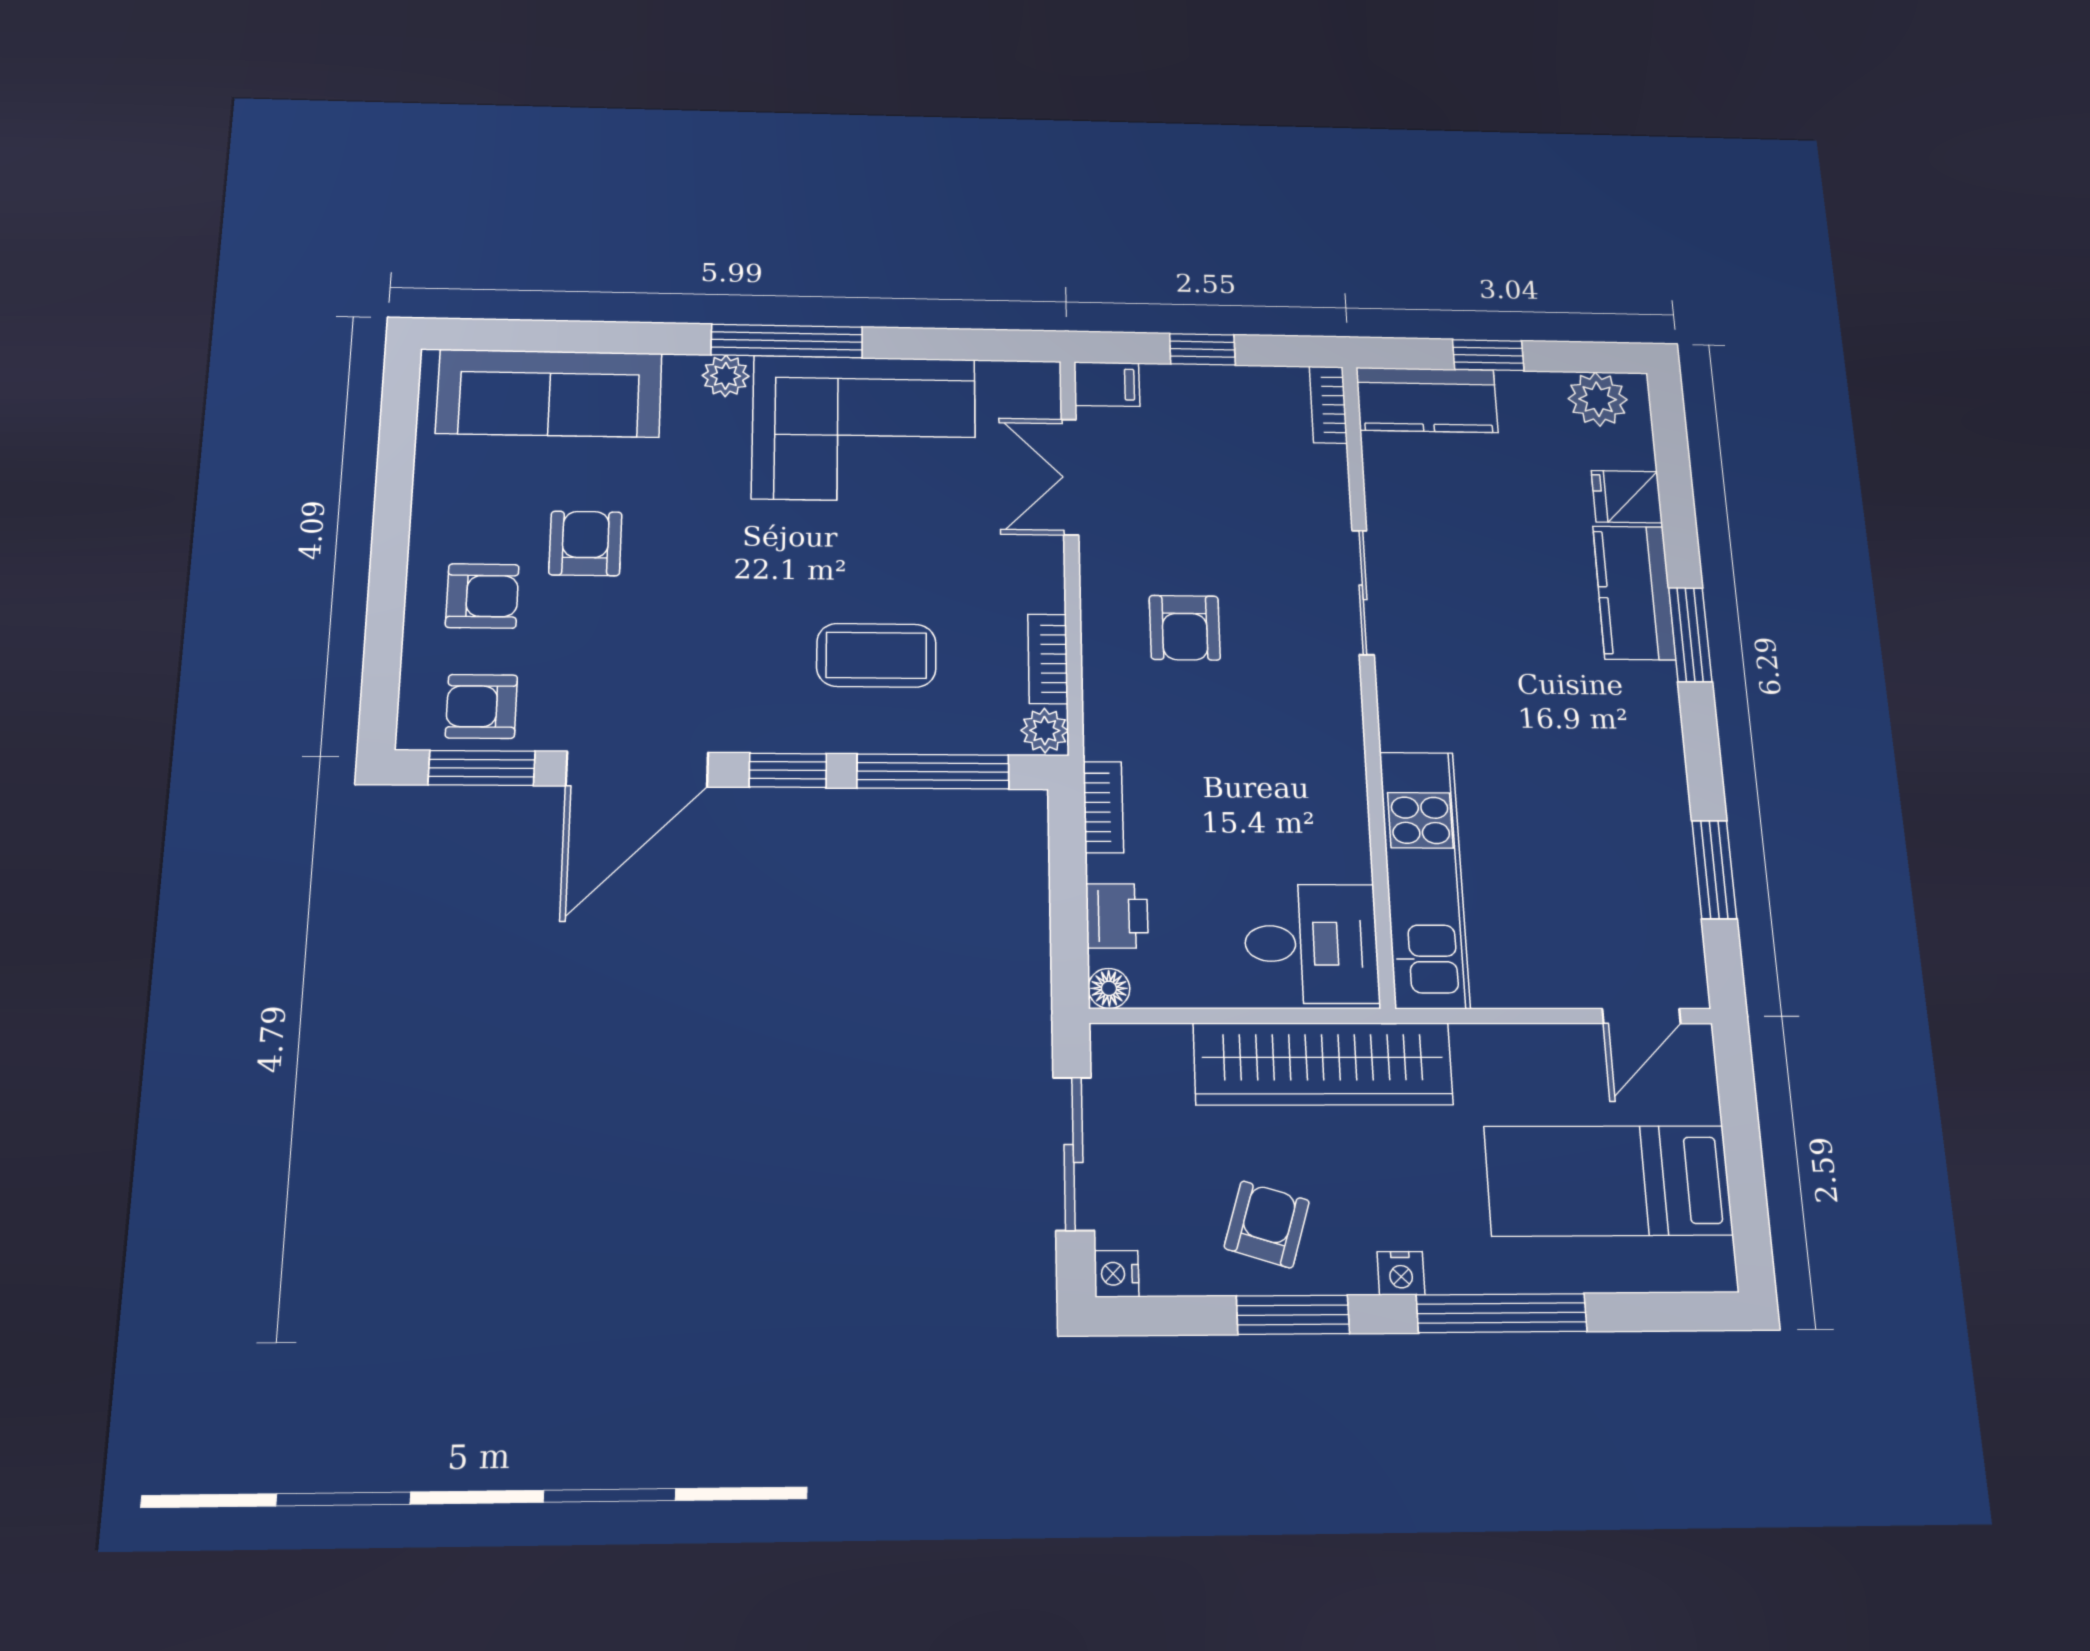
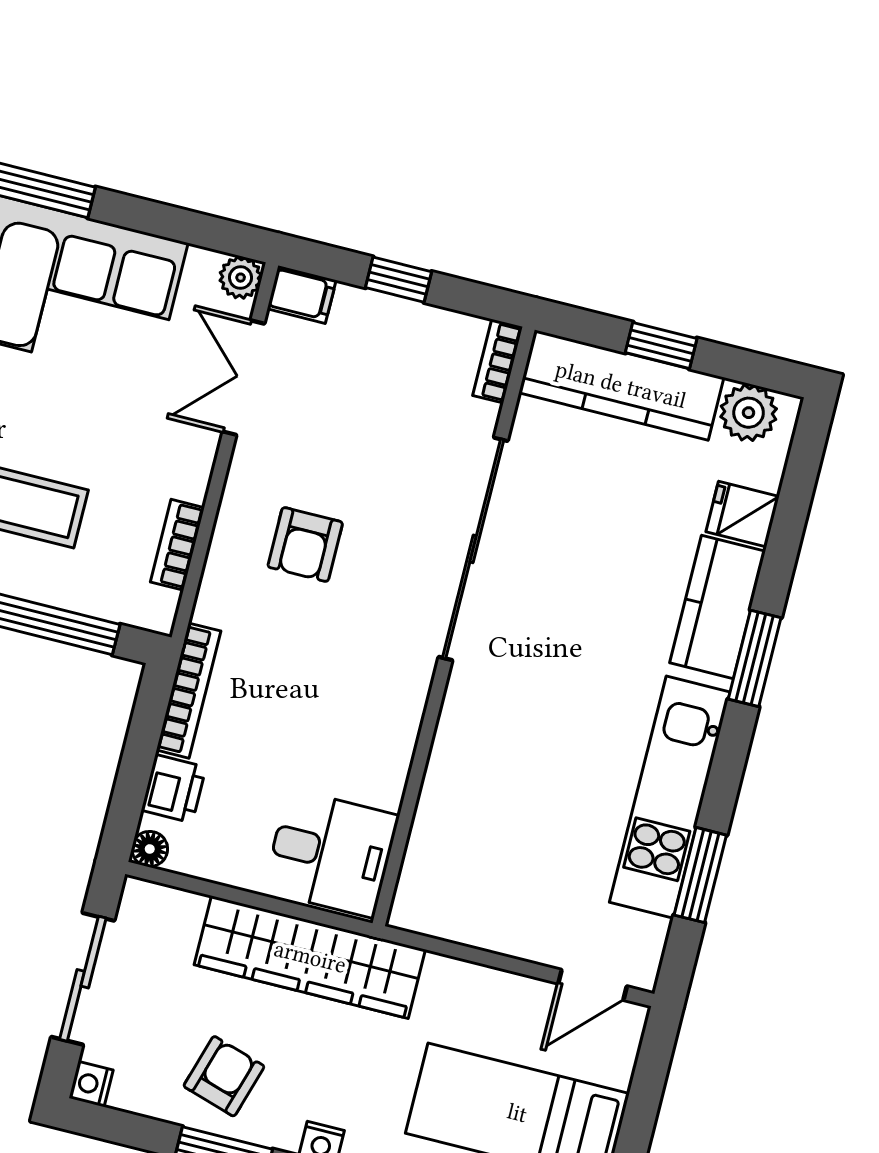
kitchen counter: (1427, 400) -> (621, 385), width x1.50
sliding door: (1363, 592) -> (473, 549), width x1.86
plant: (1045, 731) -> (241, 278), moved
bookcase: (1103, 807) -> (189, 691), width x1.56
kitchen unit: (1424, 879) -> (670, 797), moved, turned 180

